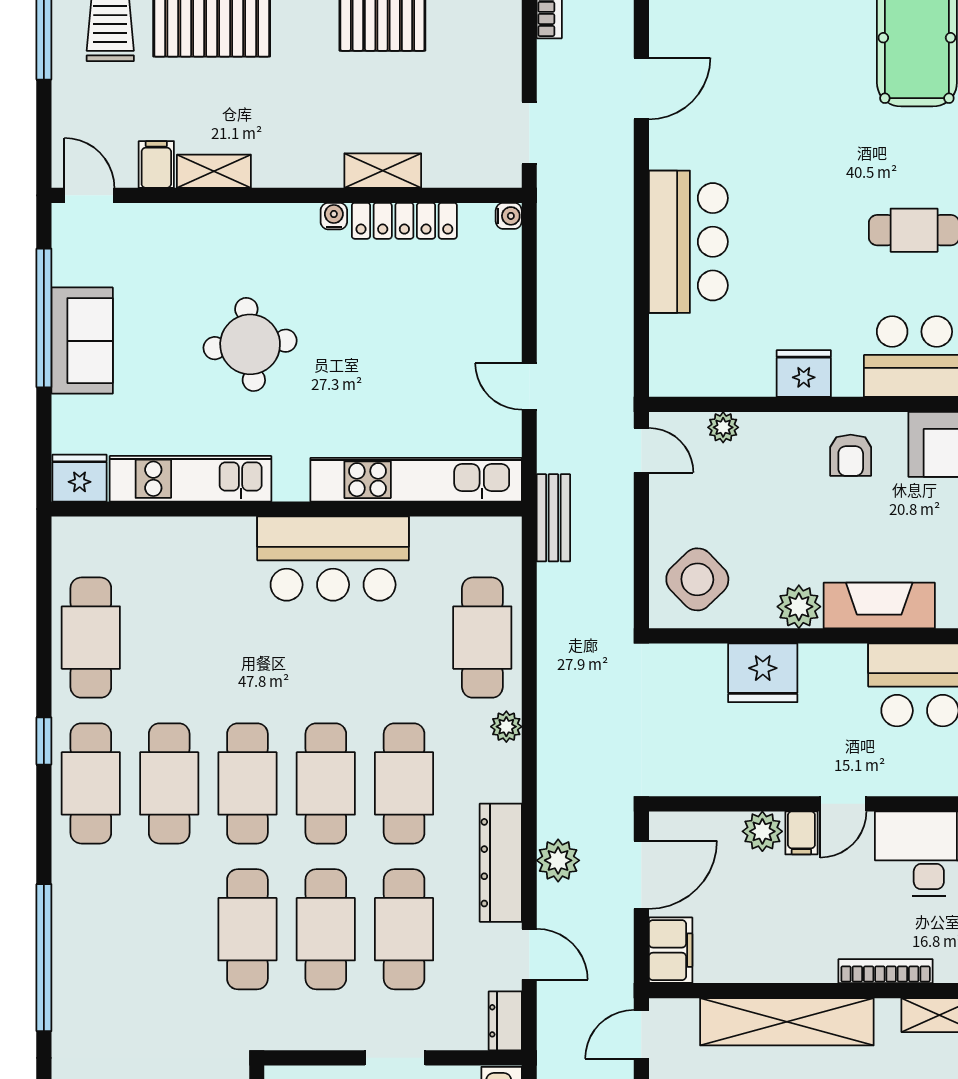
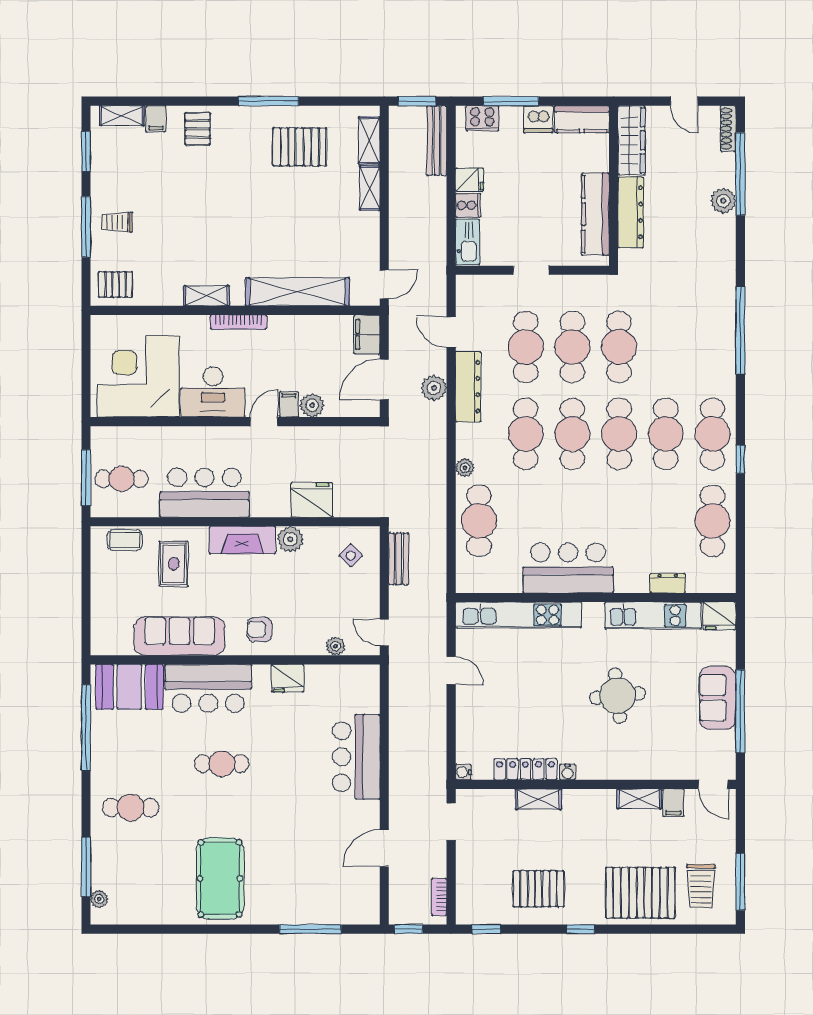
armchair: (851, 455) -> (259, 630), turned -90
bench: (553, 518) -> (399, 559), moved
side table: (697, 579) -> (351, 556), width x0.54, depth x0.54
dresser: (505, 1021) -> (668, 583), moved, turned -90

